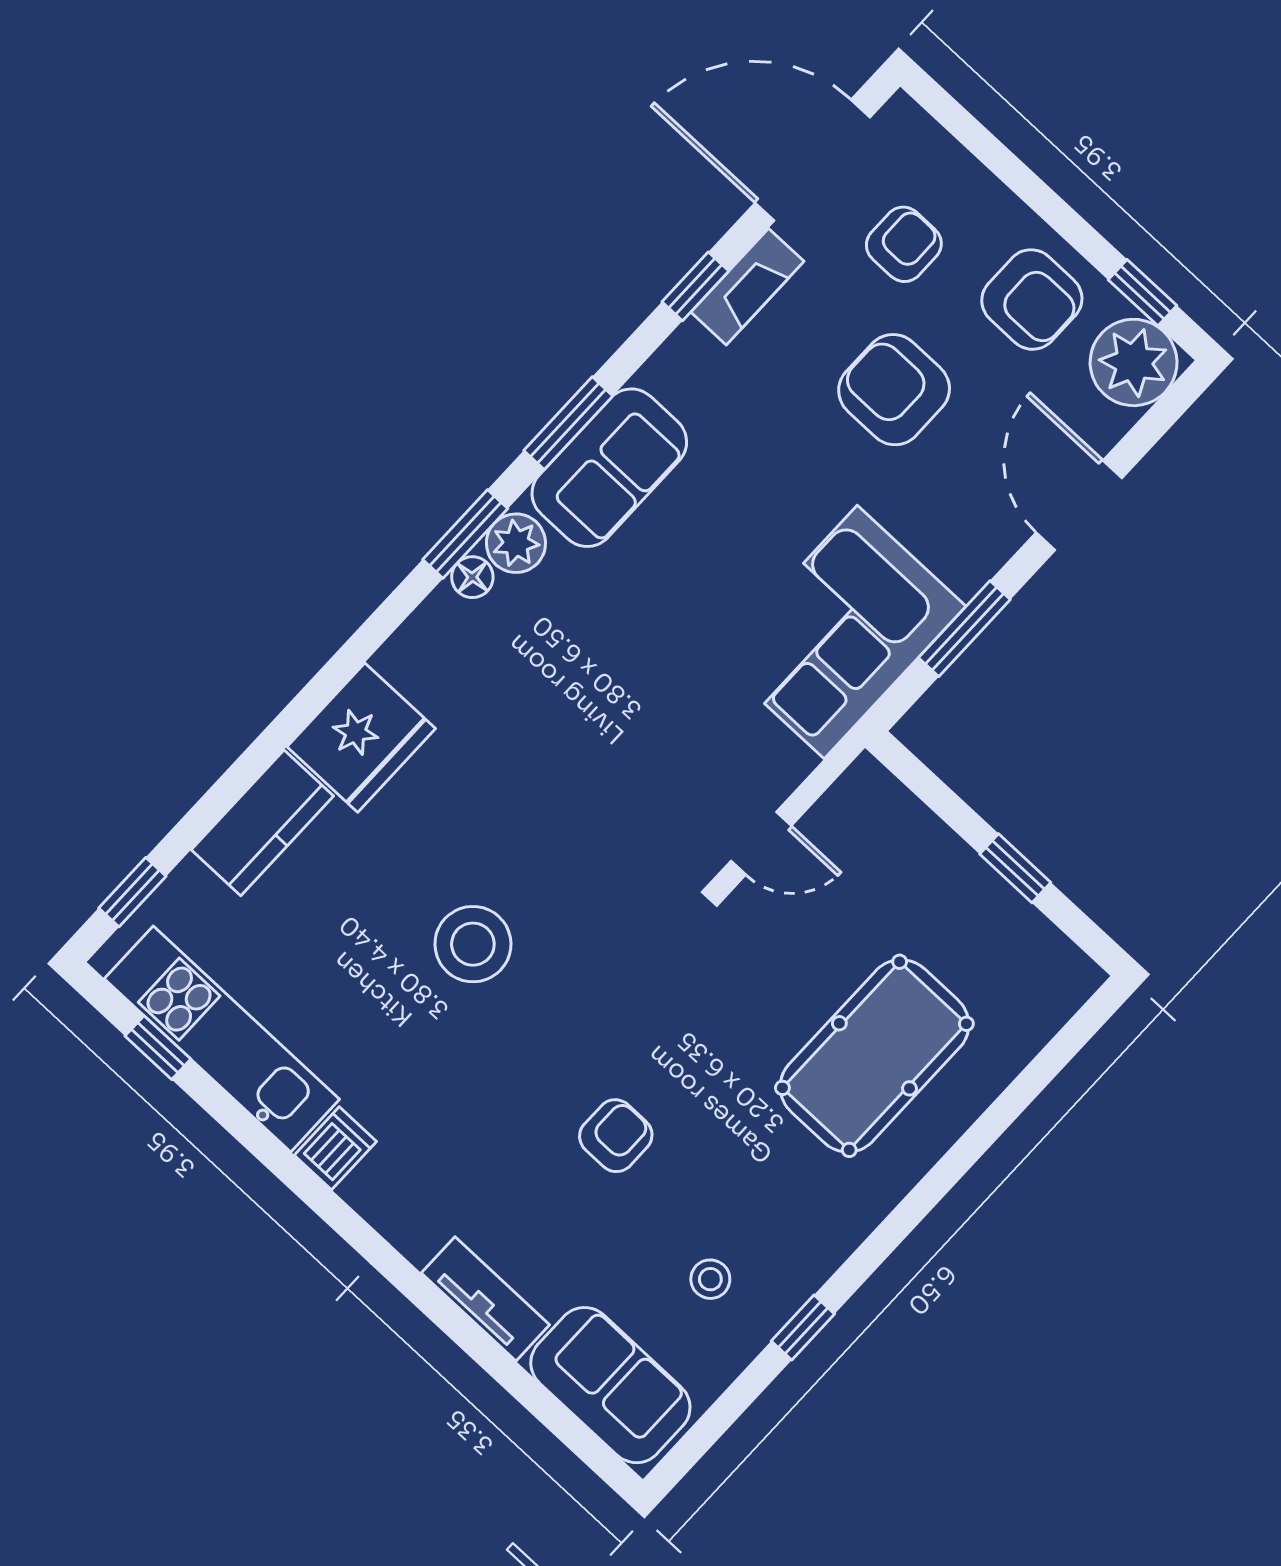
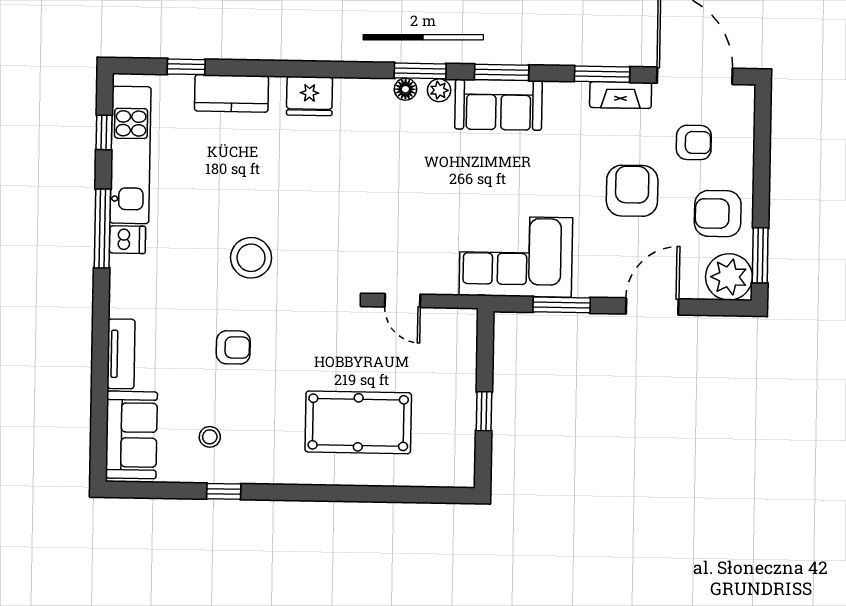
window: (695, 286) -> (602, 74), width x1.50
window: (1142, 293) -> (760, 255), width x1.50
armchair: (1032, 300) -> (718, 214), turned 90
plant: (516, 543) -> (439, 90), width x0.73, depth x0.73
fridge: (361, 738) -> (309, 96), width x0.73, depth x0.75
window: (132, 892) -> (186, 67), moved
stool: (473, 944) -> (251, 258), moved
window: (289, 1169) -> (102, 229), added

